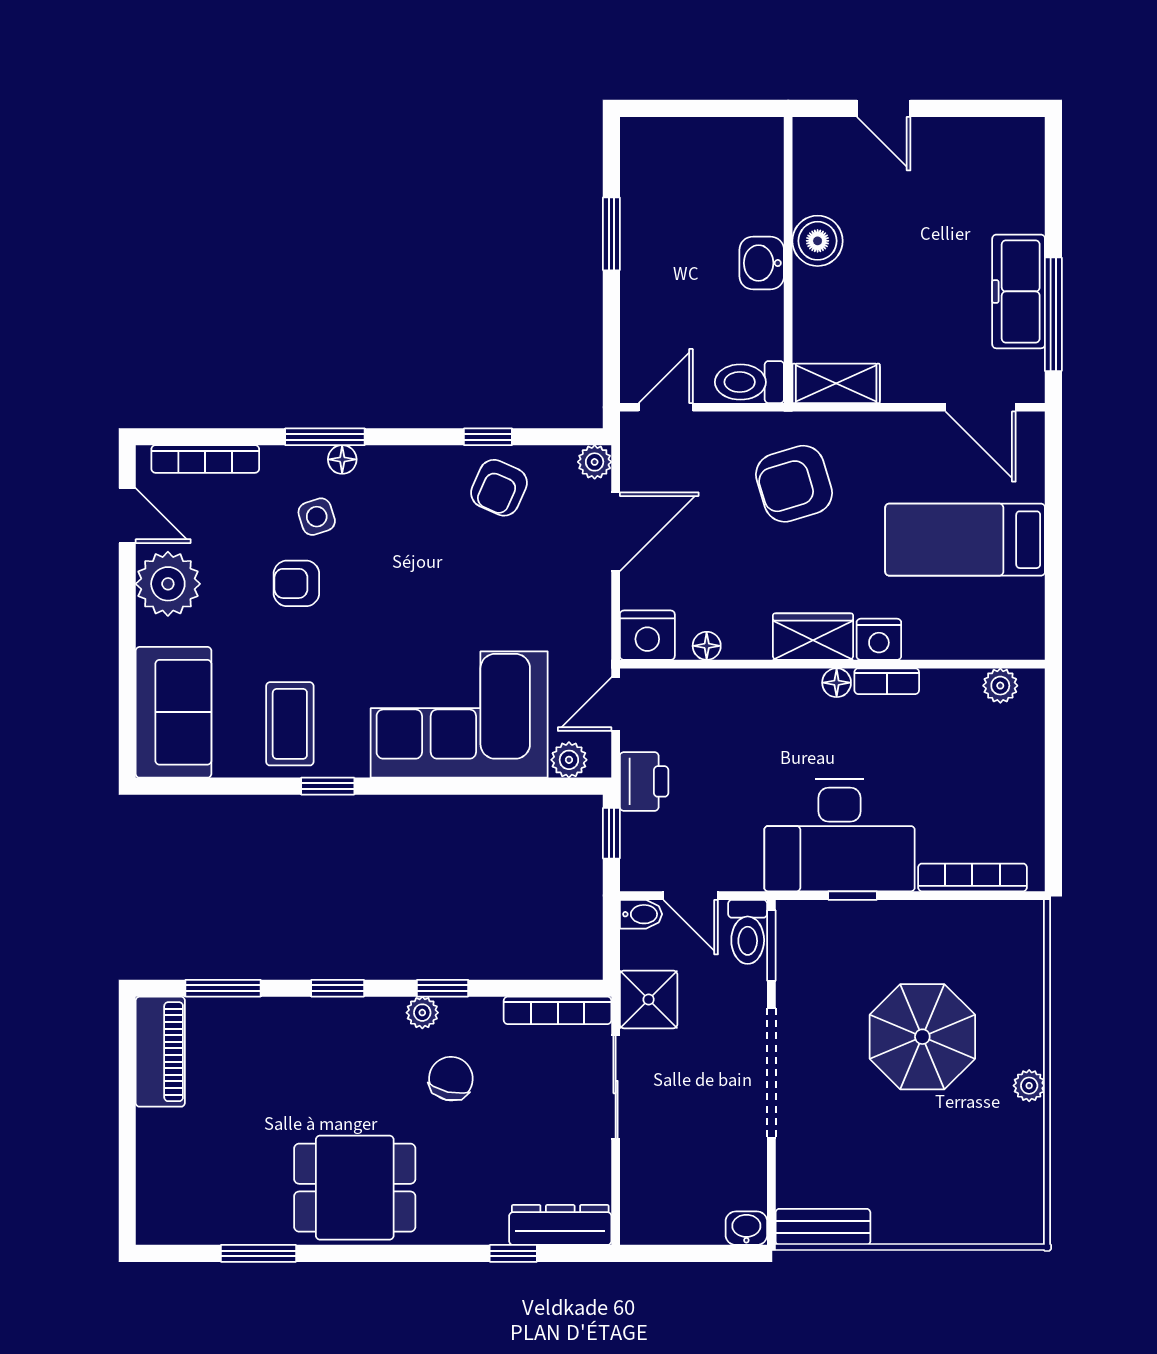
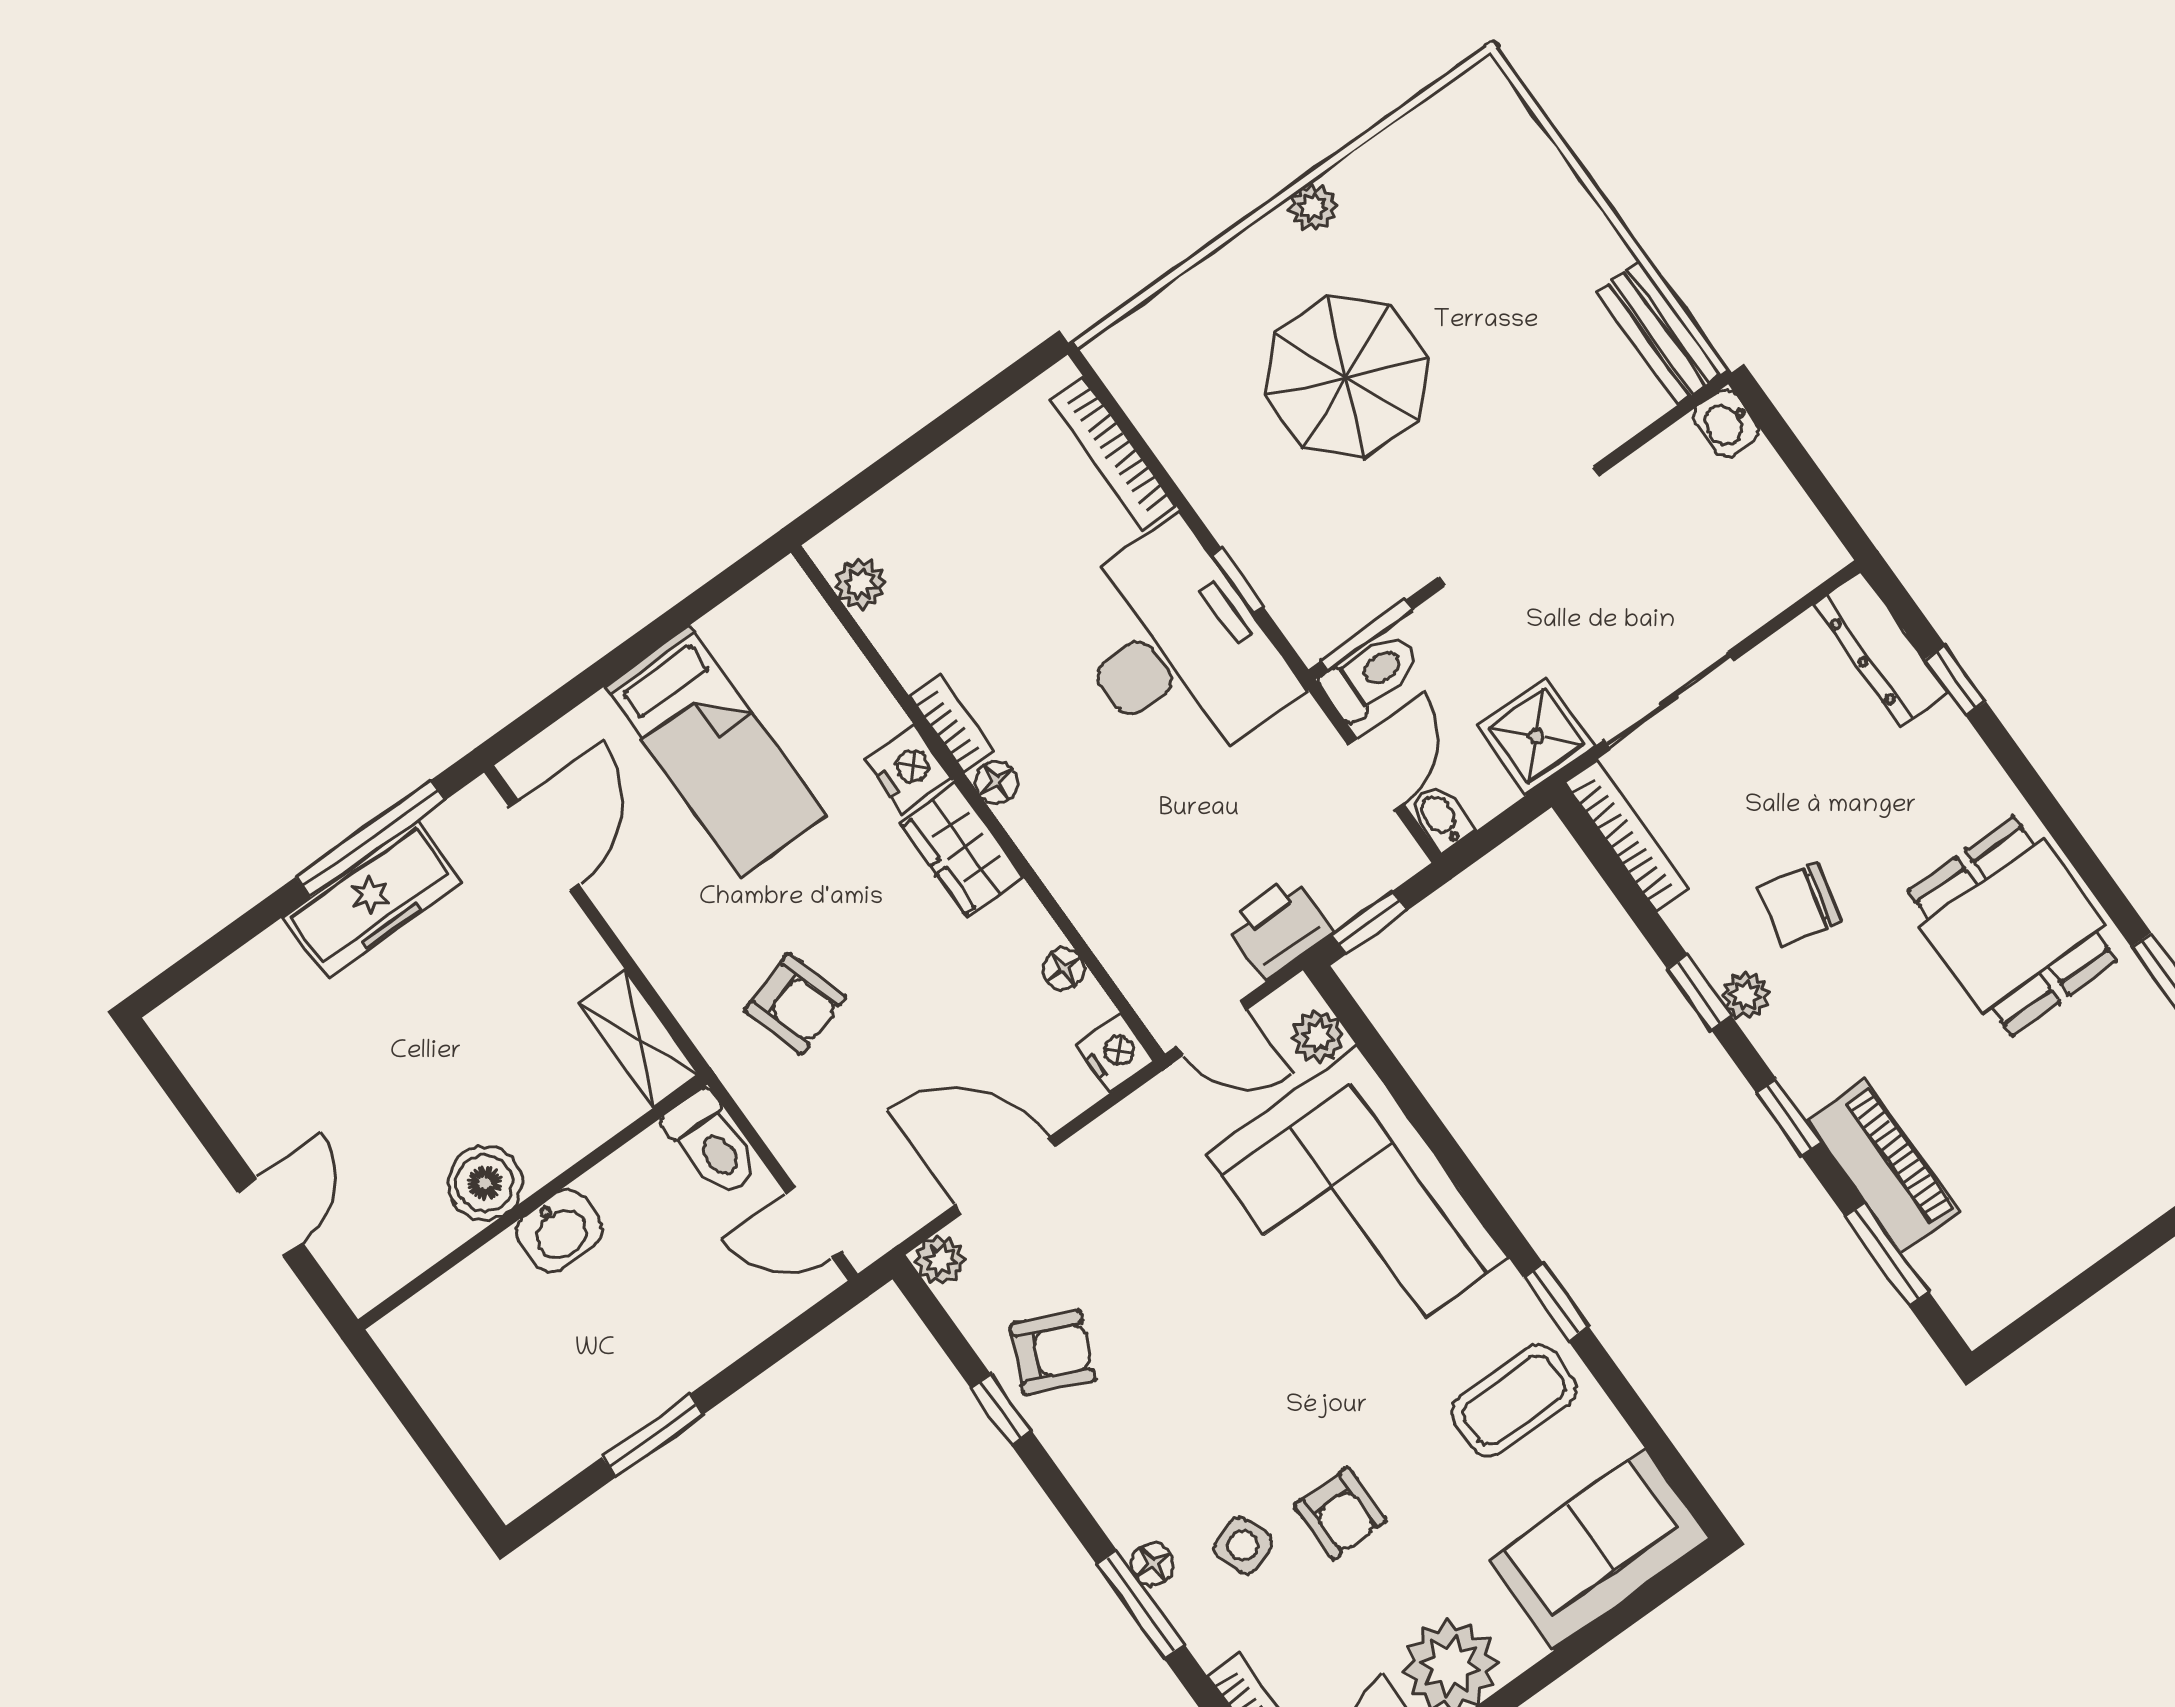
armchair: (794, 484) -> (795, 1003), width x0.72, depth x0.72
nightstand: (647, 635) -> (1115, 1053), width x0.74, depth x0.75
piano: (160, 1052) -> (1884, 1166), moved, turned 90

